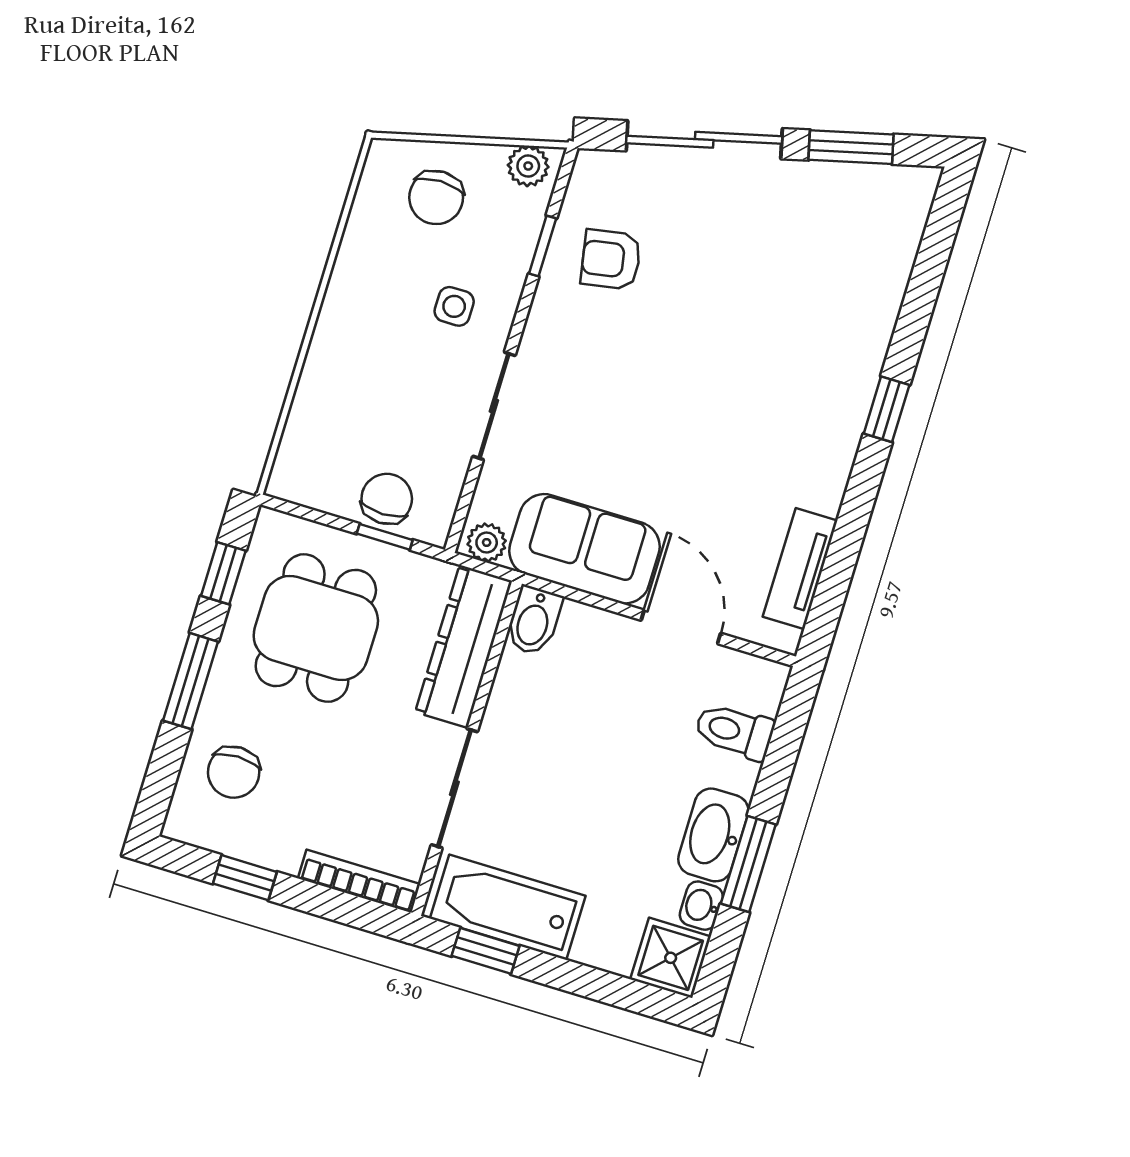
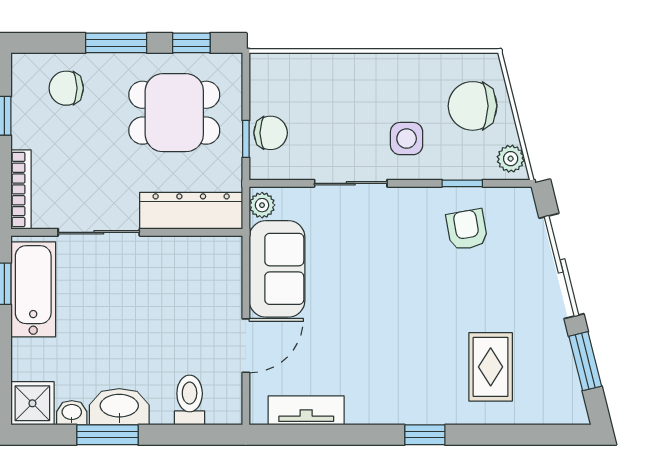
chair: (436, 197) -> (473, 106), width x1.37, depth x1.37
rug: (818, 285) -> (491, 367), added
side table: (454, 306) -> (407, 139), width x1.37, depth x1.37
bidet: (534, 621) -> (221, 250), removed

